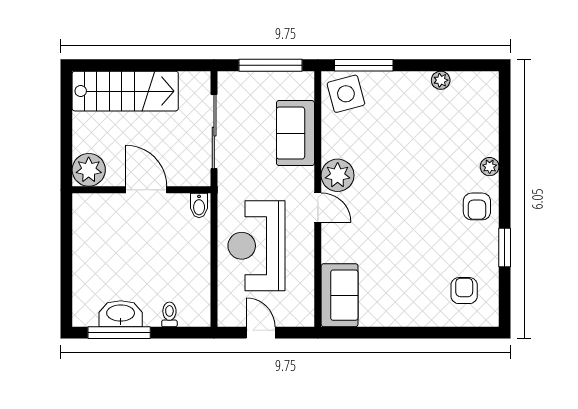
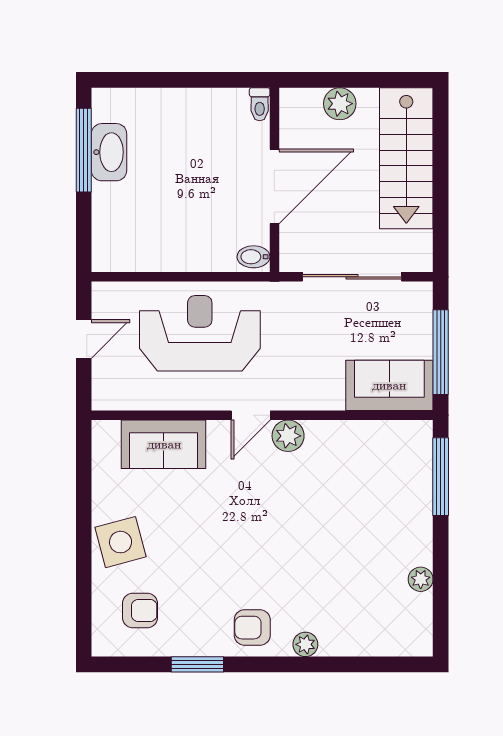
side table: (346, 94) -> (121, 542), moved
sofa: (295, 133) -> (389, 385), moved
plant: (89, 170) -> (340, 104), moved, width x0.73, depth x0.73
plant: (338, 175) -> (288, 436), width x0.73, depth x0.73
door: (146, 190) -> (274, 186), width x1.36
sofa: (340, 295) -> (164, 444), moved
toilet: (169, 314) -> (260, 104), moved, turned 90

